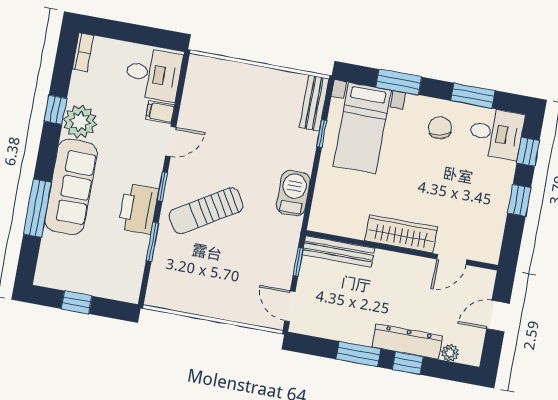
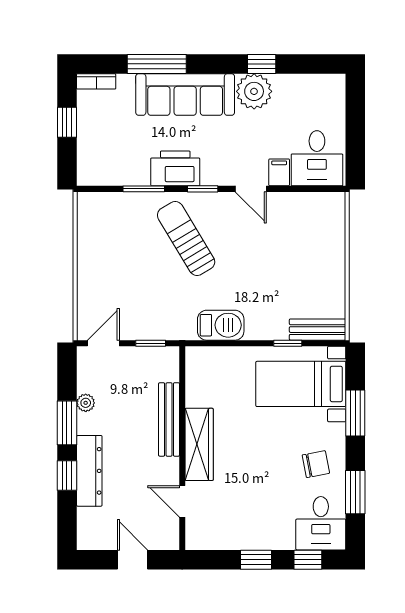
bookcase: (83, 52) -> (96, 81), moved
bench: (338, 251) -> (169, 419), moved
plant: (450, 353) -> (86, 403), moved

